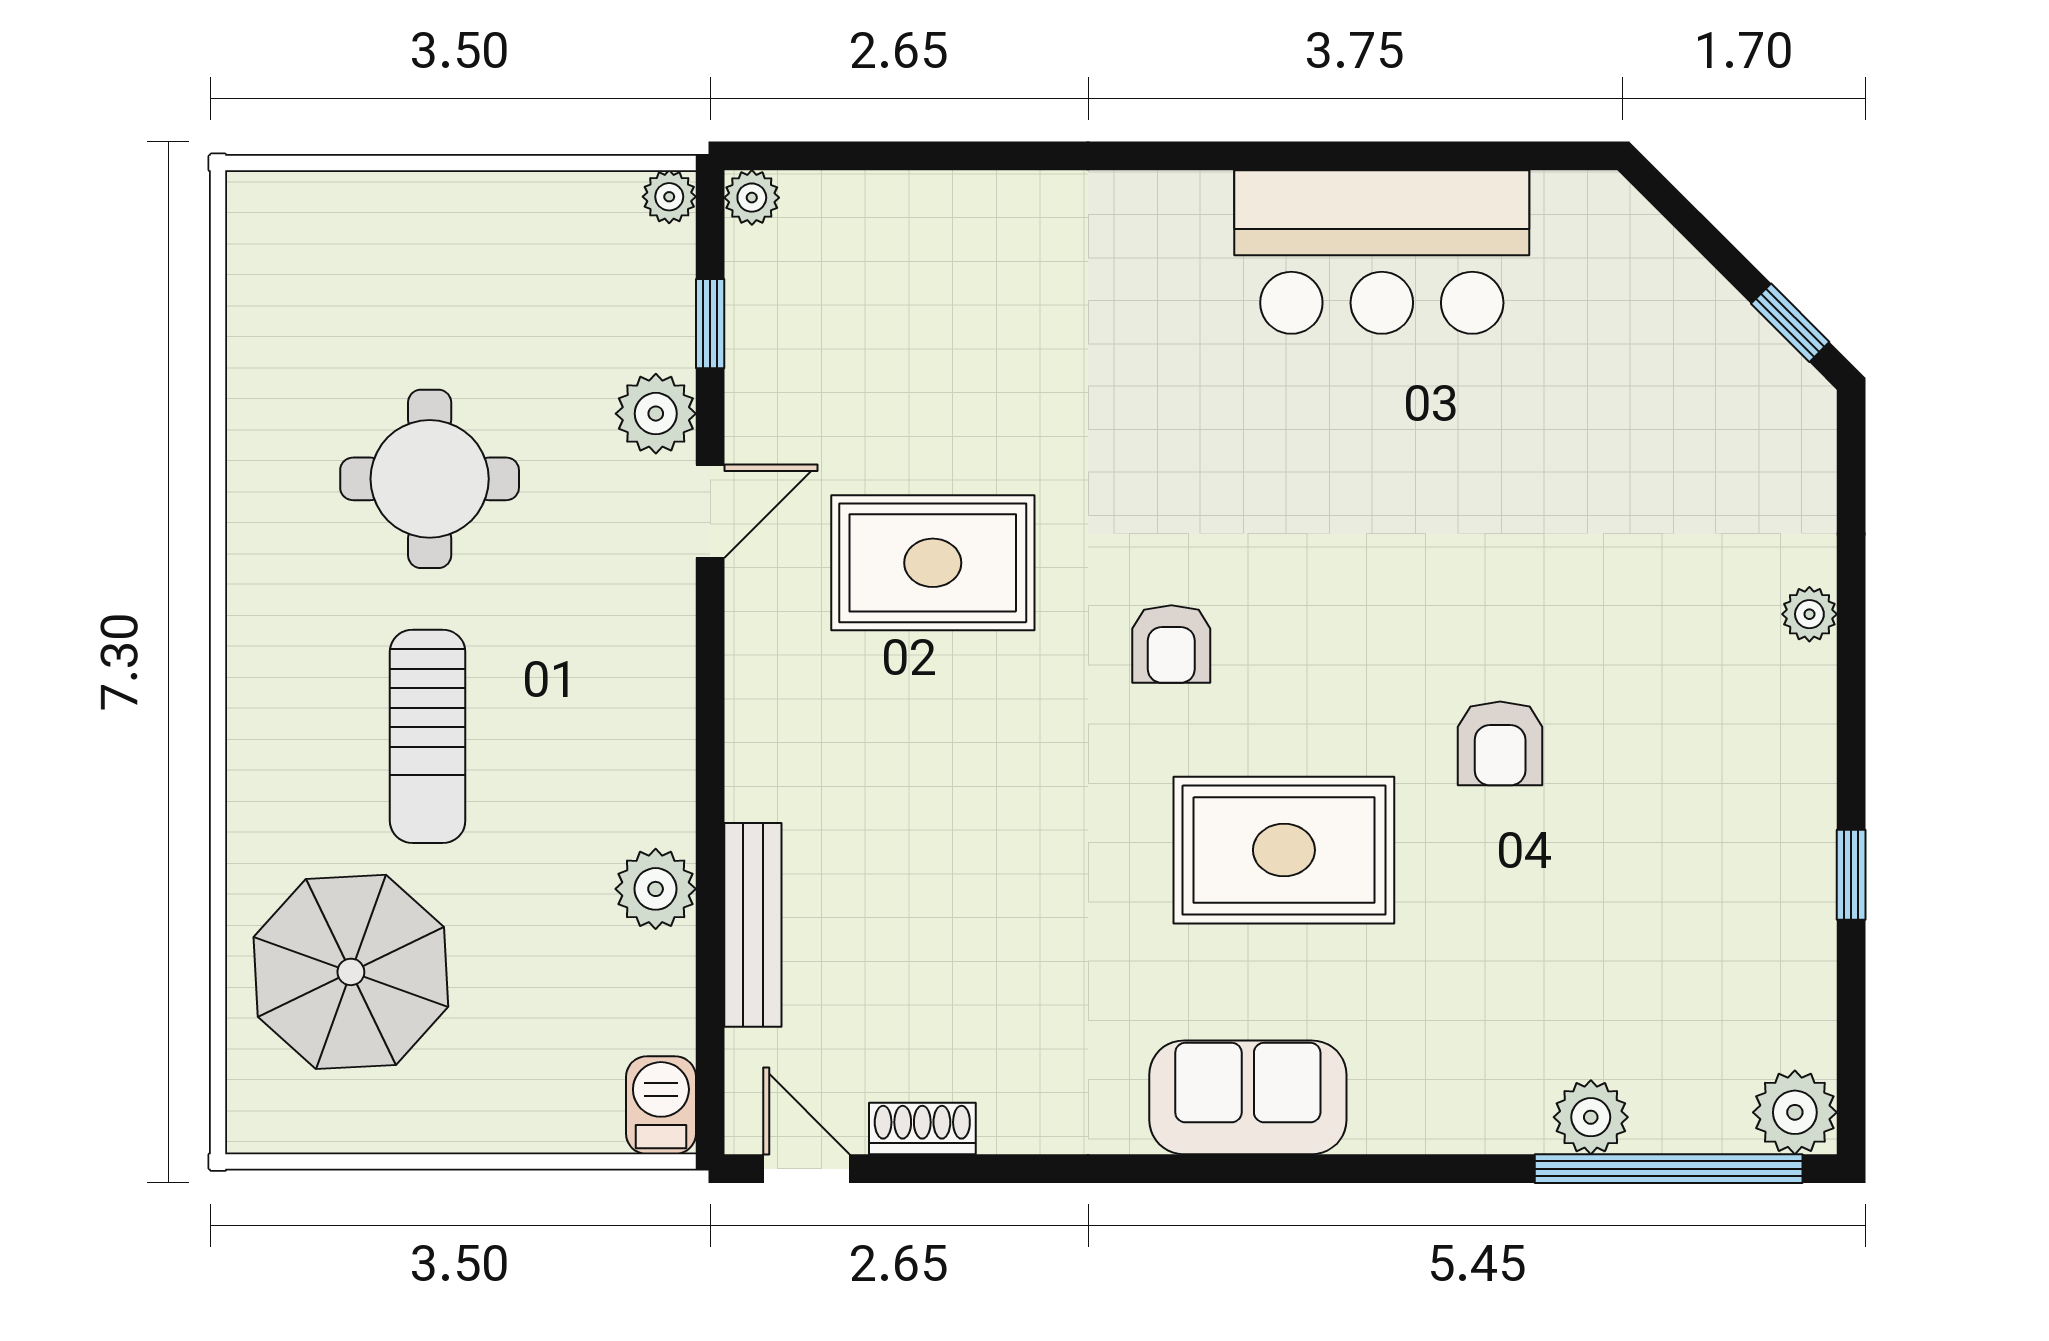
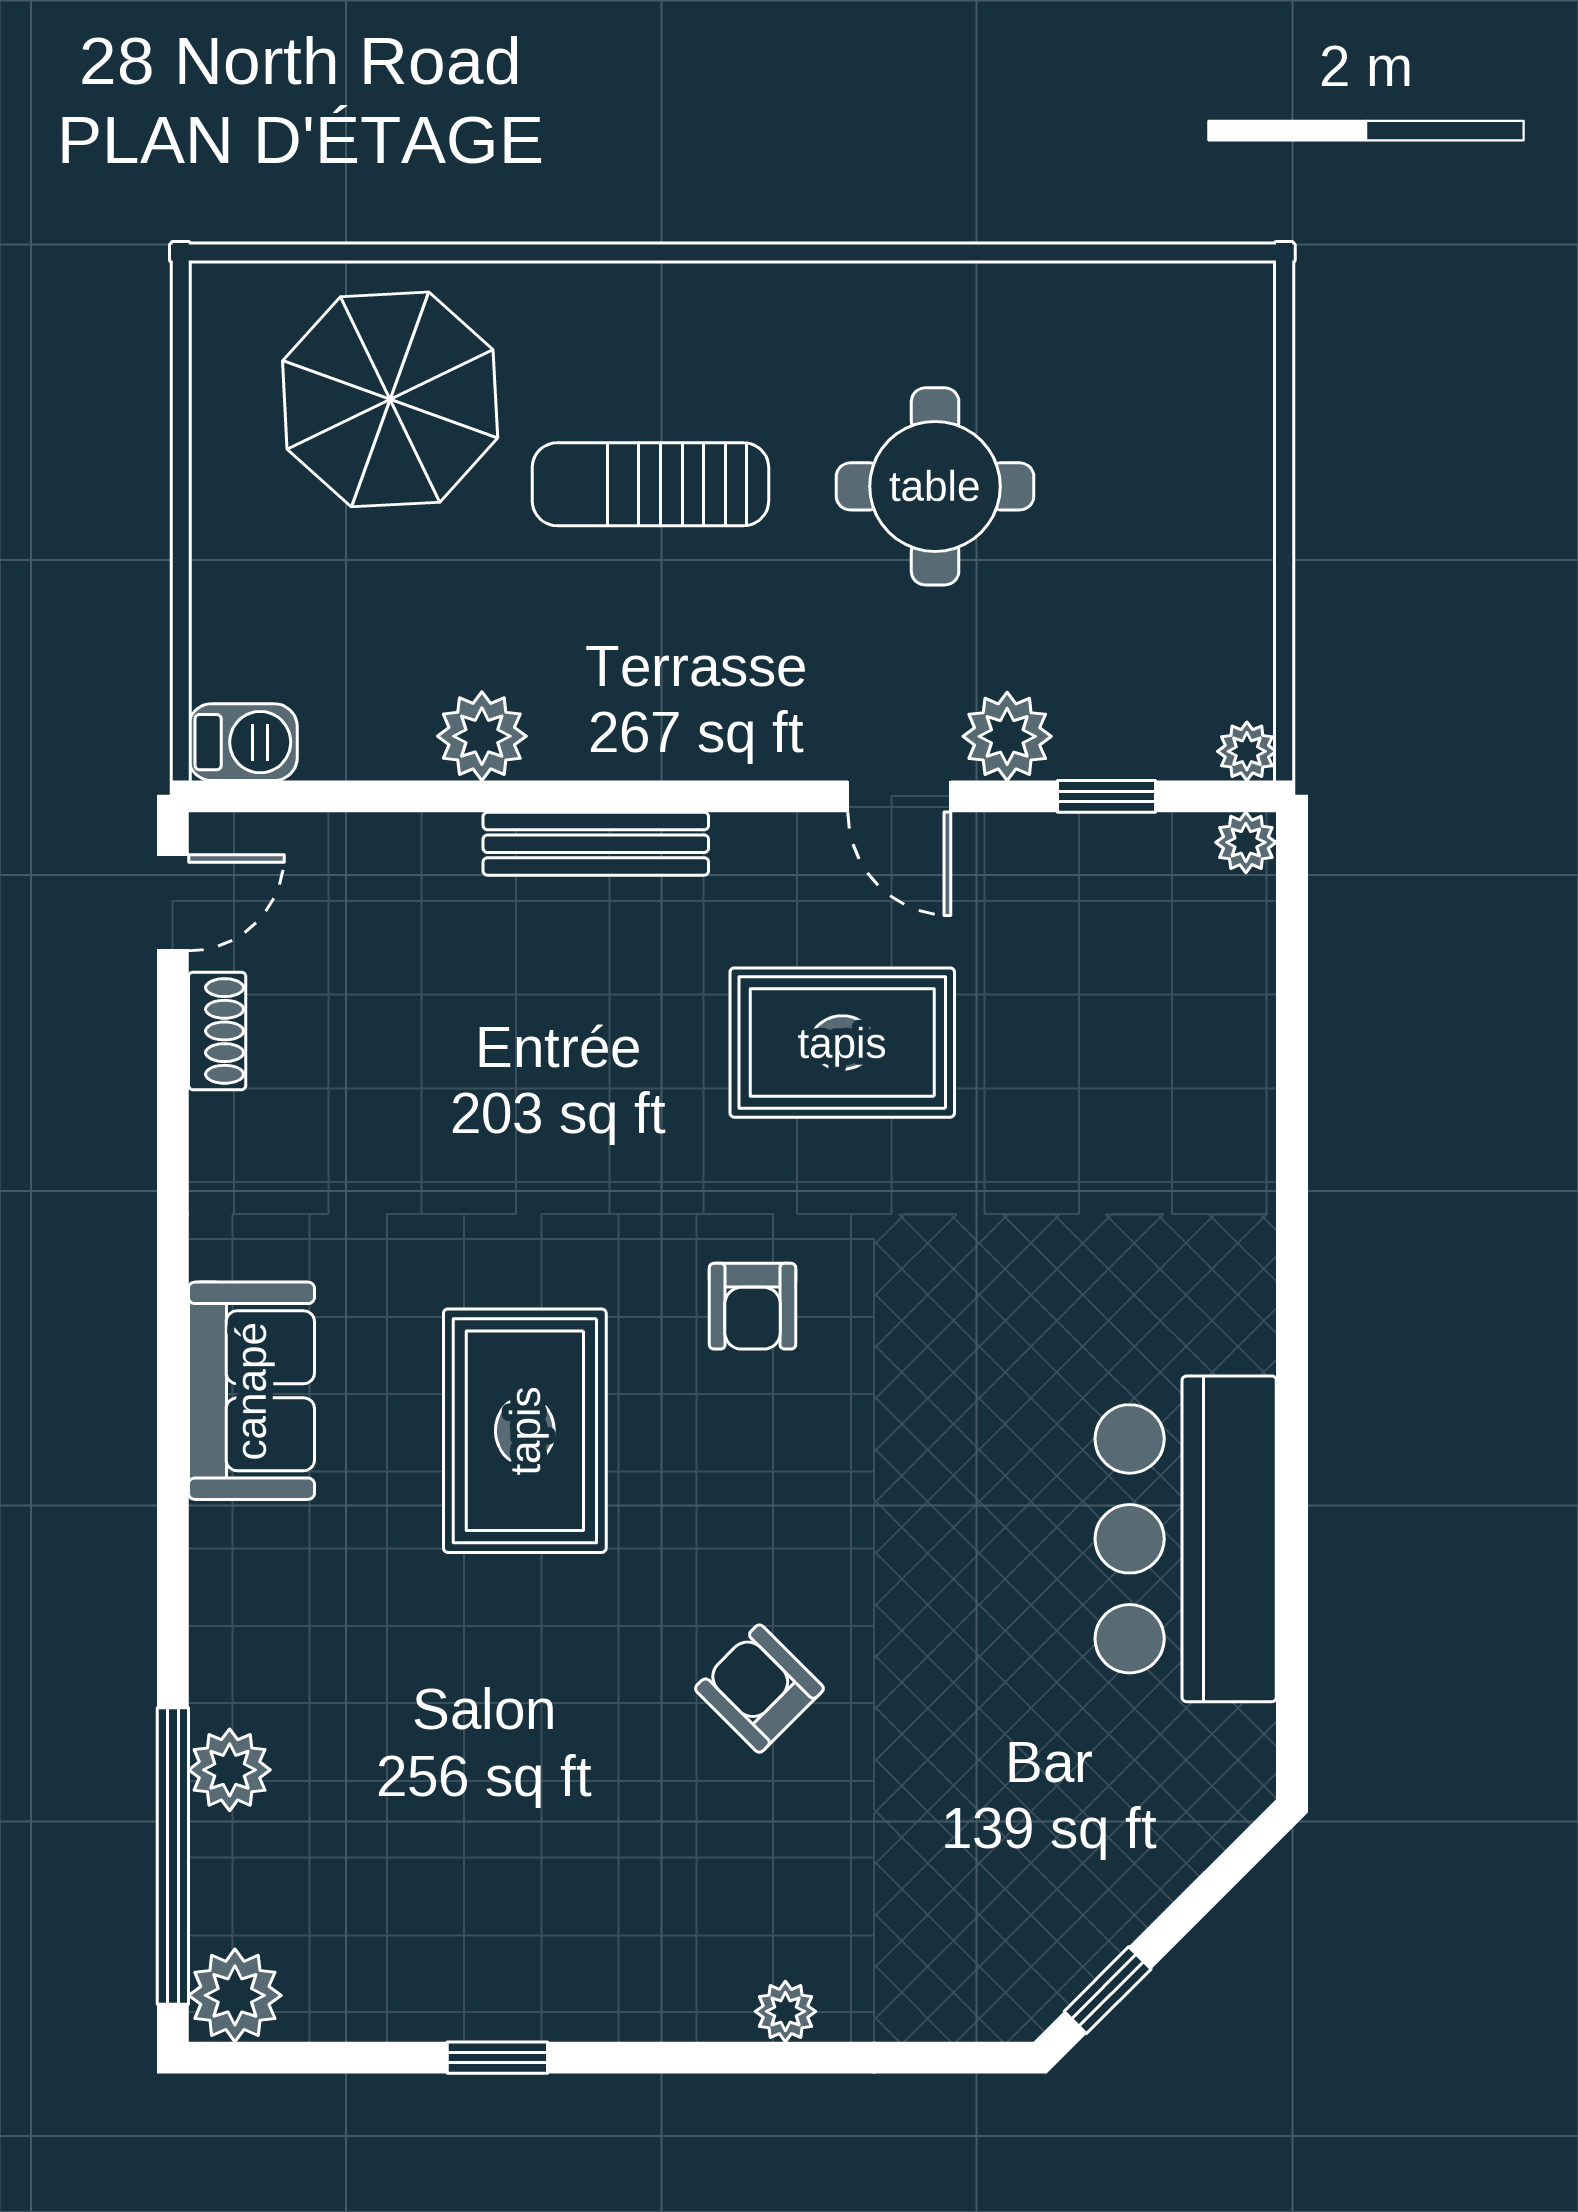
rug: (933, 563) -> (842, 1043), turned 90
armchair: (1171, 644) -> (753, 1306), turned -90
armchair: (1500, 743) -> (759, 1689), moved, turned 45
bench: (753, 925) -> (596, 844), moved

